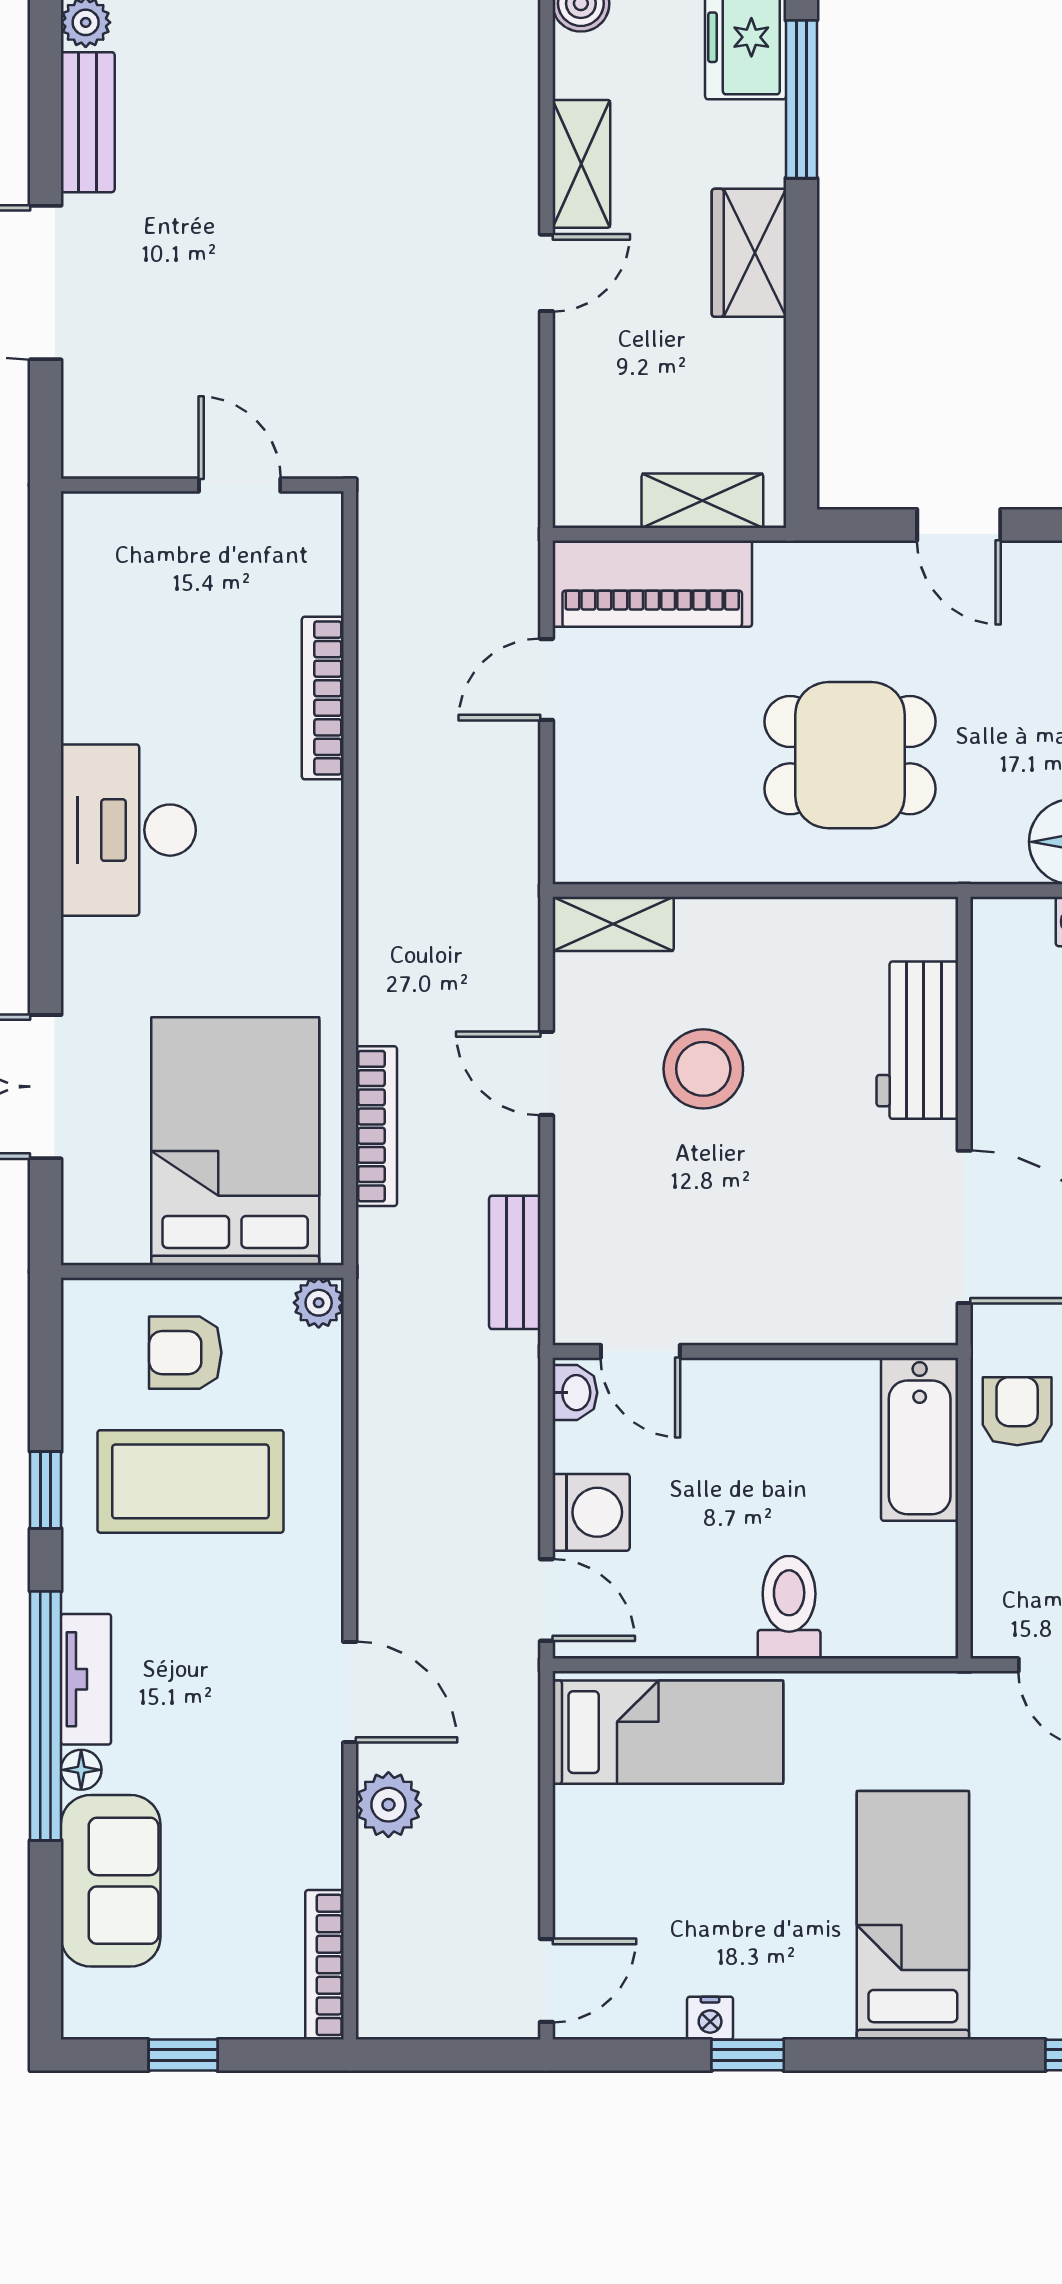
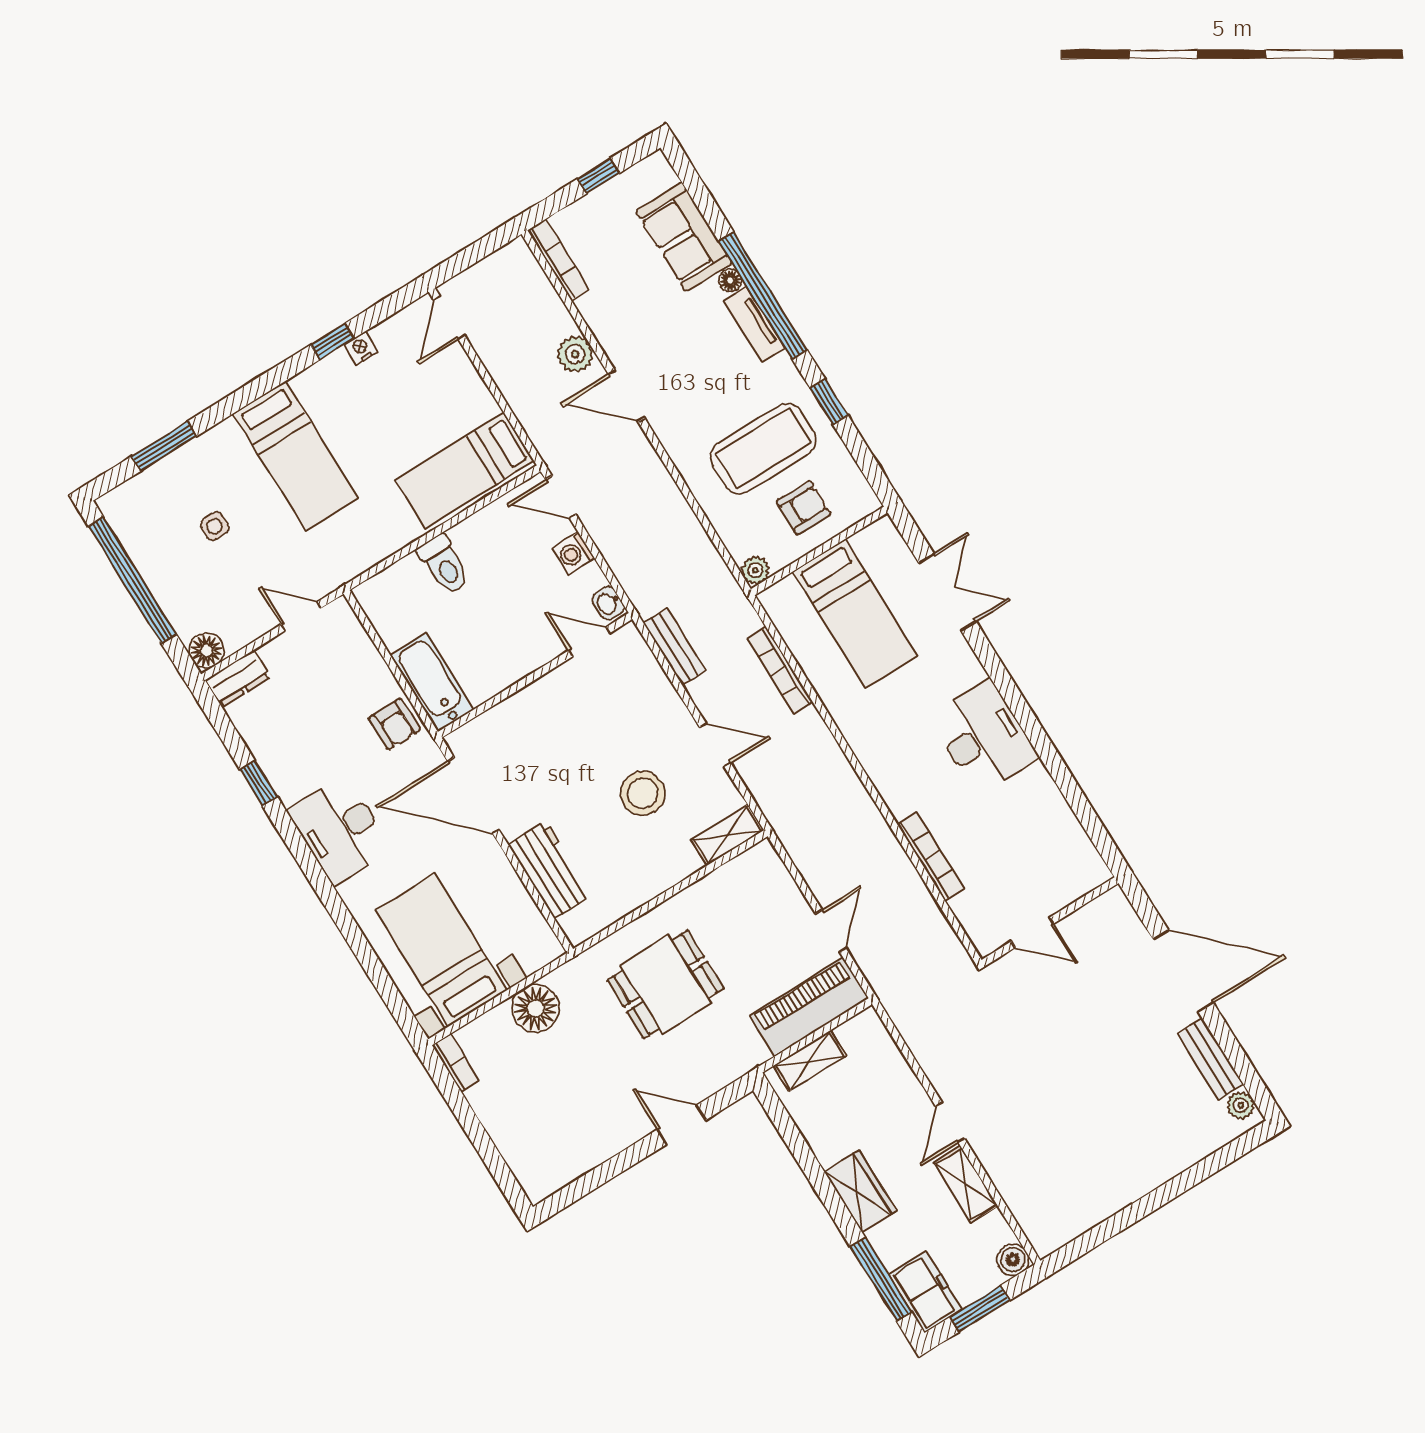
bed: (235, 1141) -> (855, 614), width x0.67
washing machine: (591, 1512) -> (574, 553), width x0.73, depth x0.73

